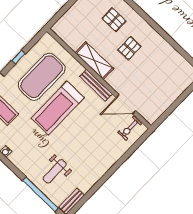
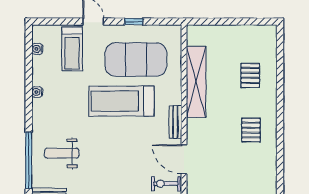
pallet: (129, 48) -> (251, 130), moved, turned 90
shelving: (94, 61) -> (196, 82), width x1.47
bench: (96, 85) -> (175, 122), width x0.73

